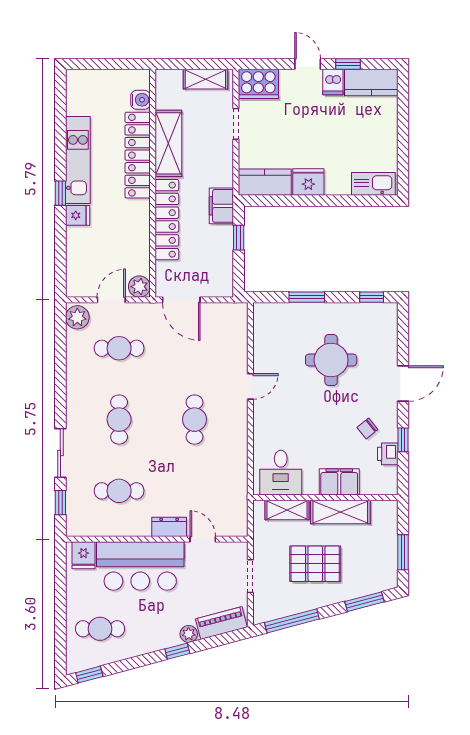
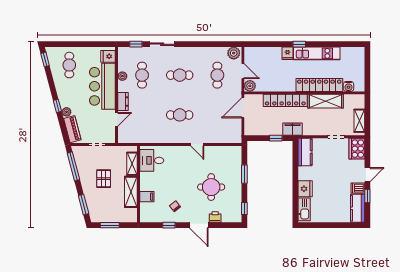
fridge: (308, 182) -> (305, 189), moved
printer: (388, 454) -> (215, 217), moved
filing cabinet: (339, 482) -> (147, 197), width x0.50
plant: (121, 528) -> (122, 76), added
pallet: (315, 564) -> (104, 179), width x0.67, depth x0.71

